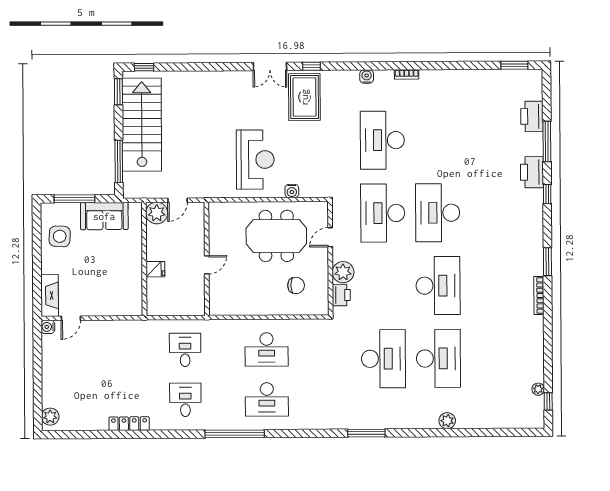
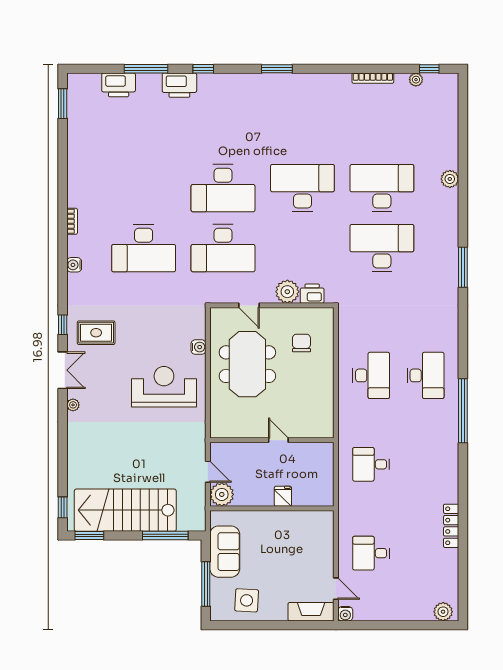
plant: (238, 76) -> (73, 405), added
rug: (304, 97) -> (96, 333), width x0.73, depth x0.70
bookcase: (539, 295) -> (373, 78), moved
desk: (185, 400) -> (371, 553), moved

